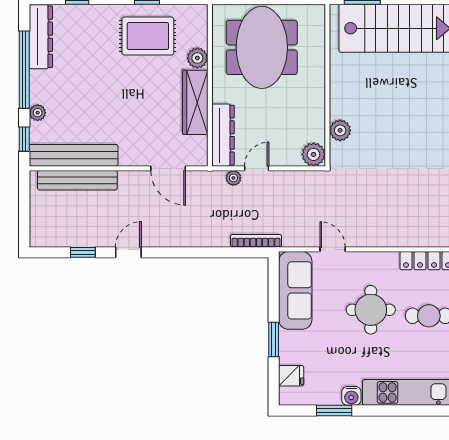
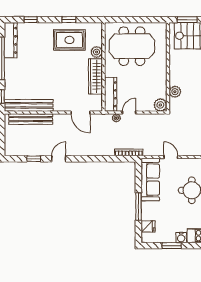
meeting table: (262, 47) -> (132, 46), turned 90
plant: (38, 113) -> (9, 82), removed
window: (274, 339) -> (138, 207), width x1.44

